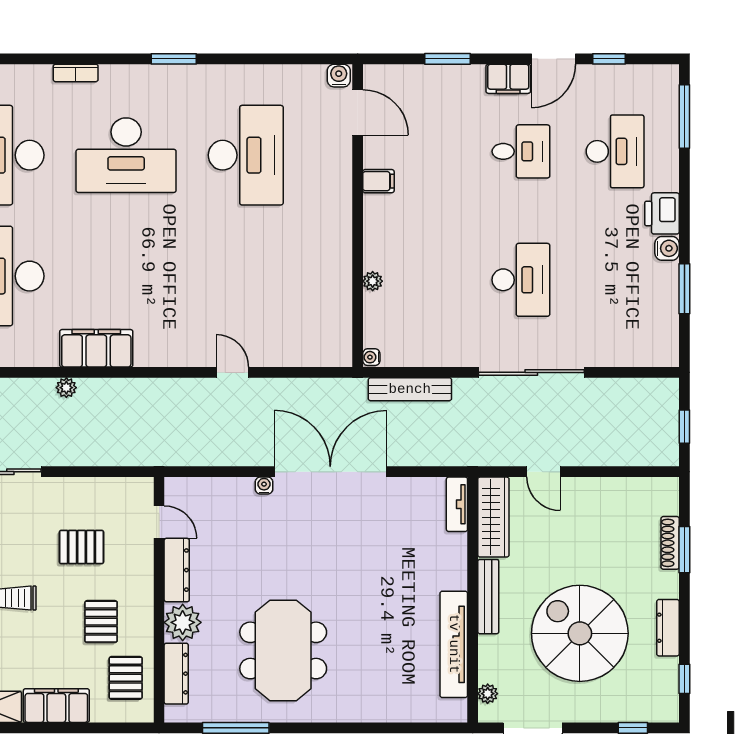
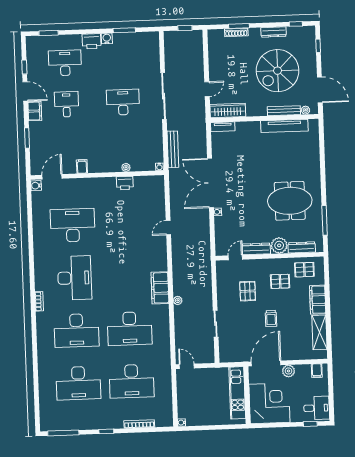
window: (174, 59) -> (31, 258), removed
window: (684, 116) -> (49, 33), width x0.69
printer: (337, 277) -> (125, 183), added
bench: (488, 597) -> (284, 111), moved

